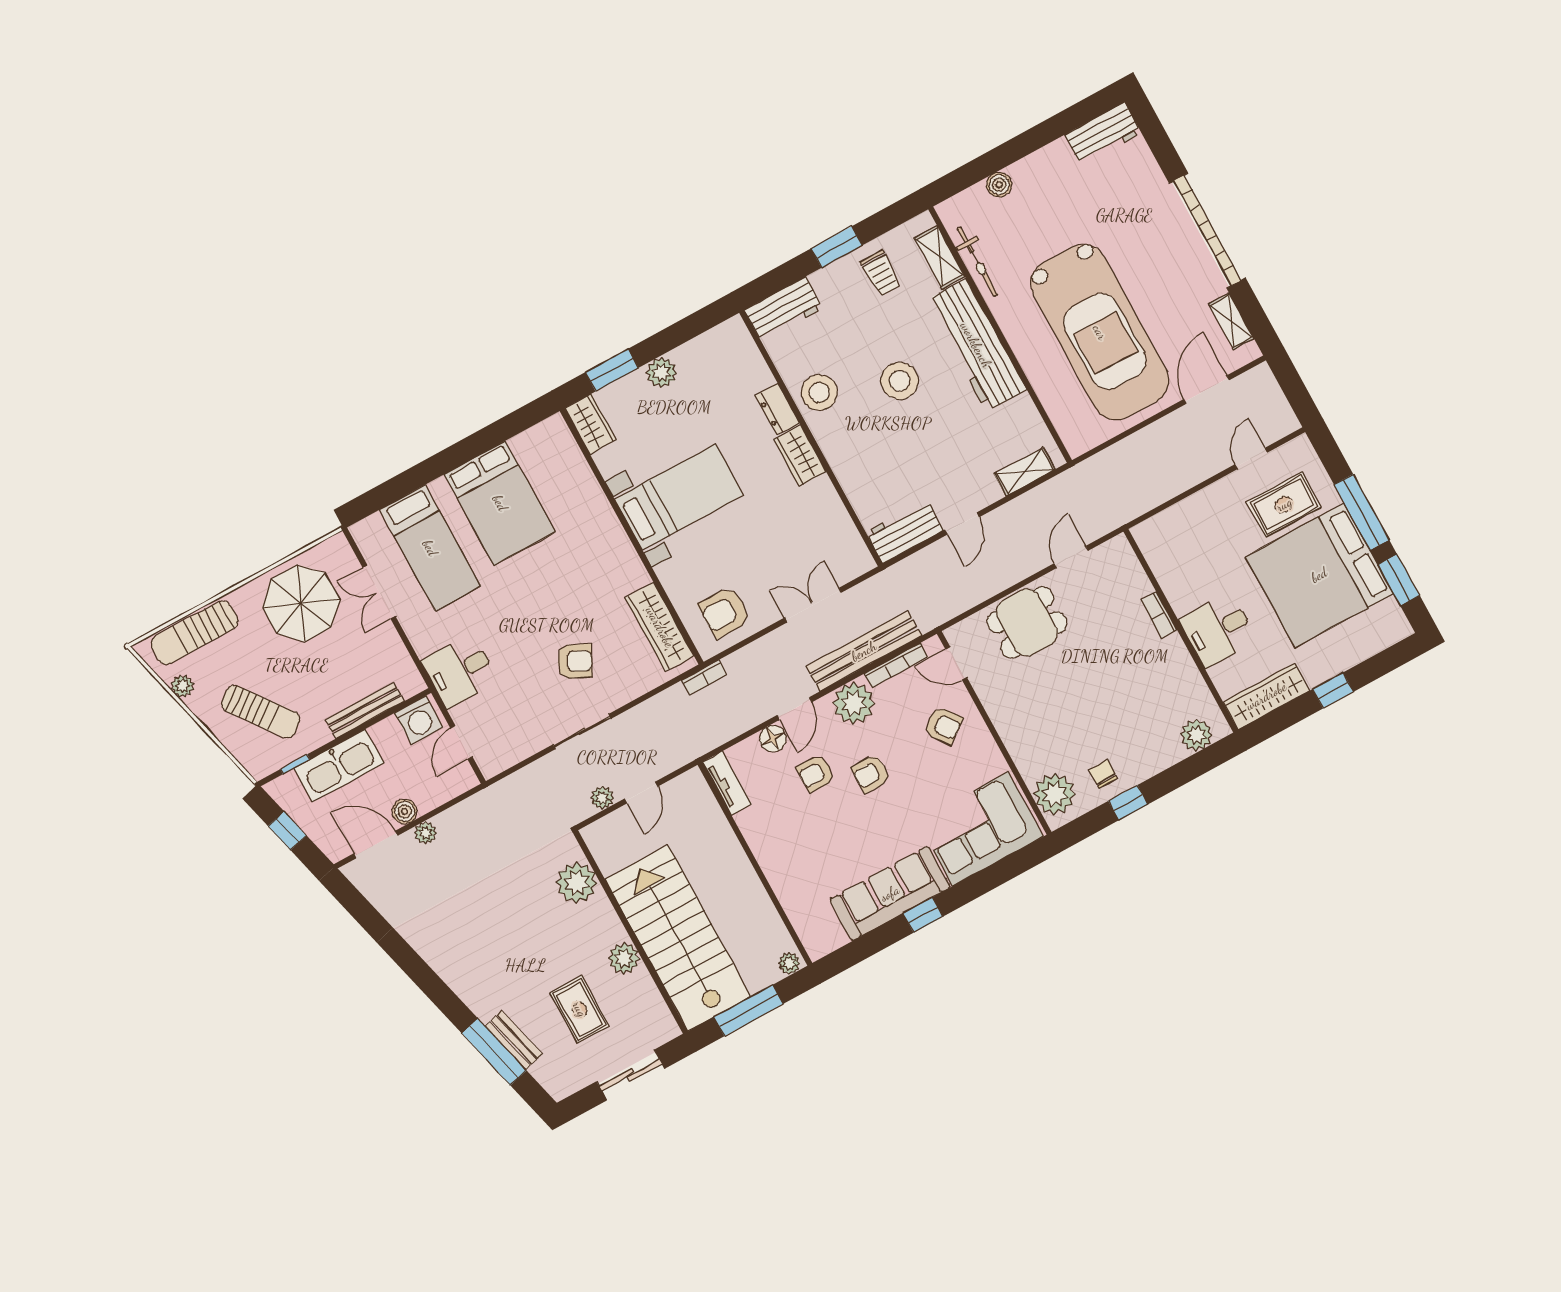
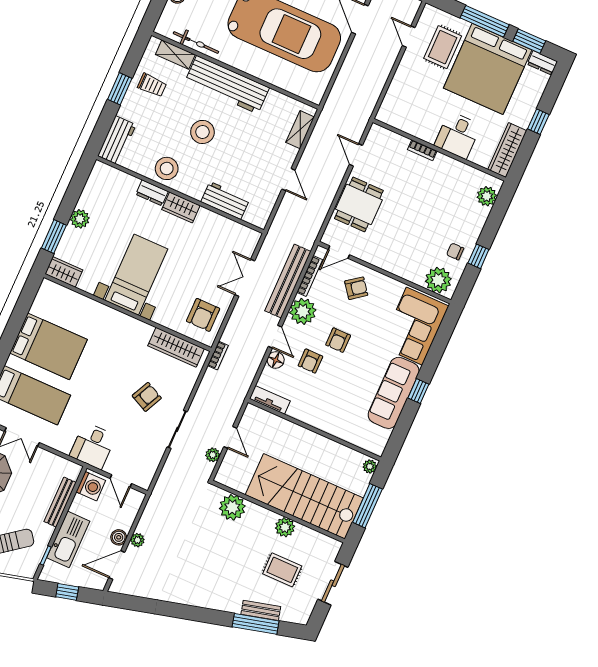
workbench: (905, 531) -> (225, 200), moved, turned 90
dresser: (1394, 620) -> (542, 63), added

